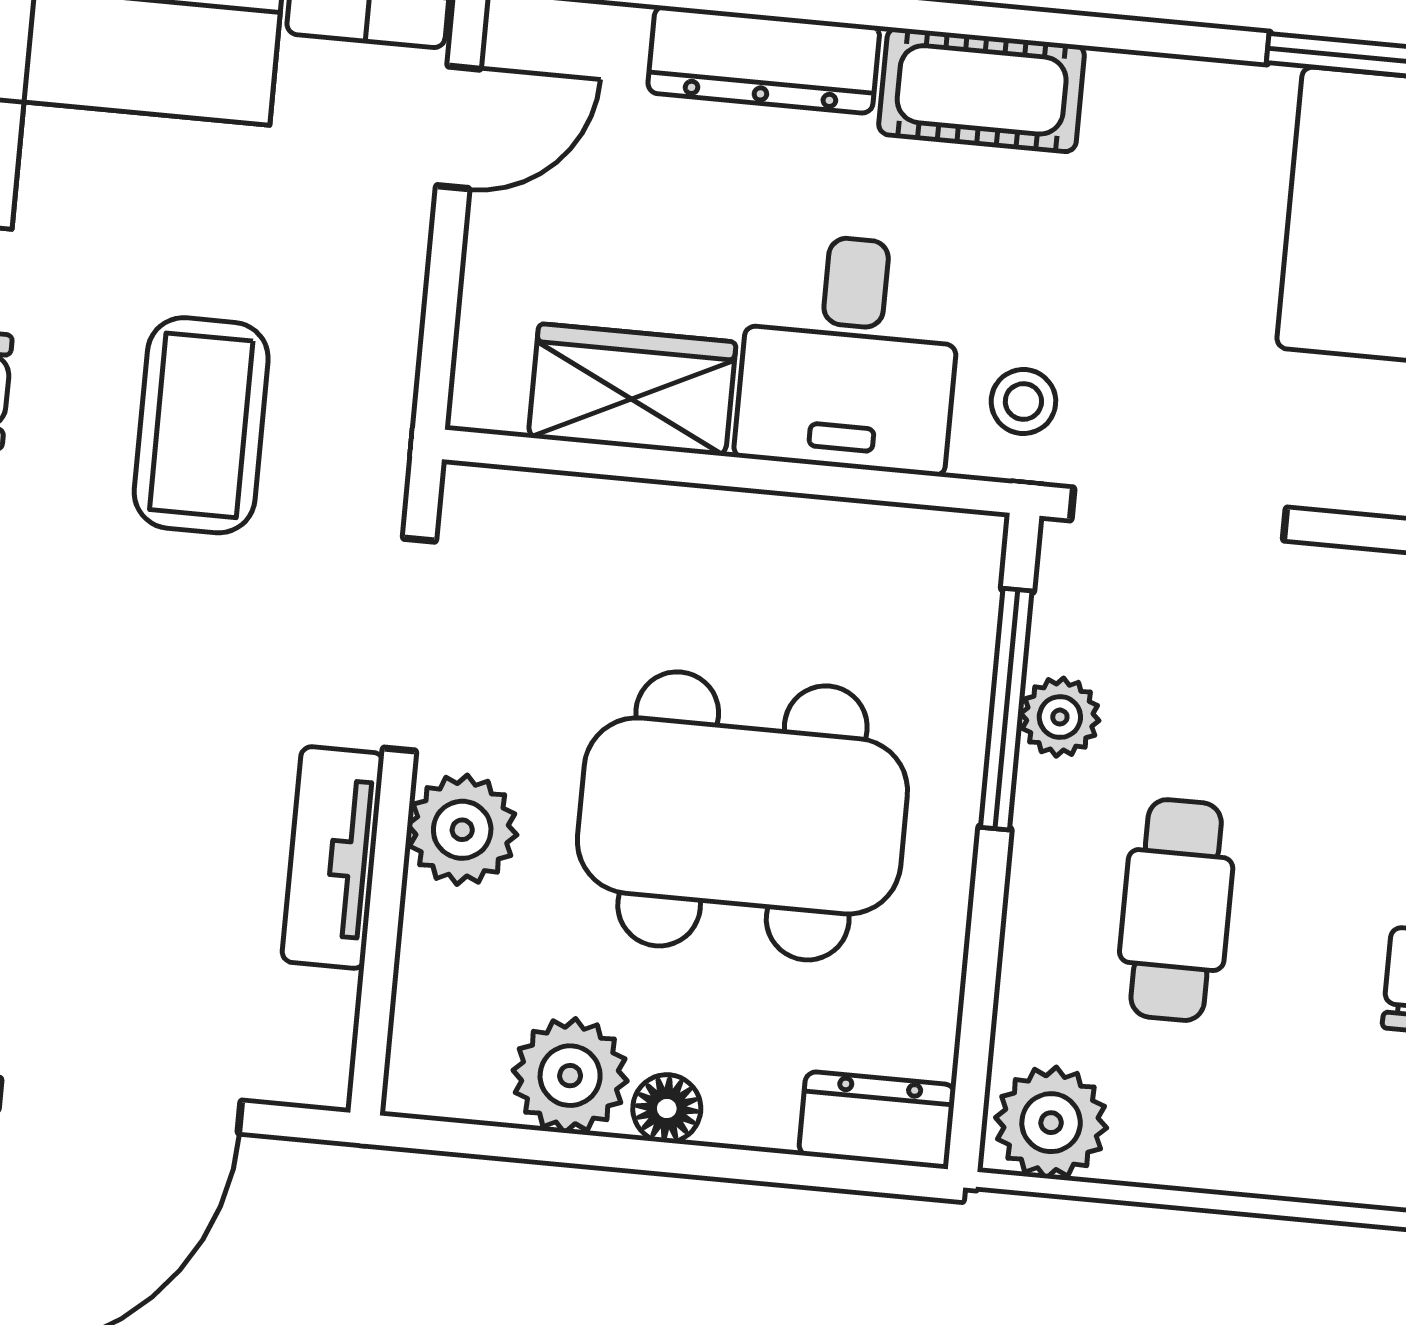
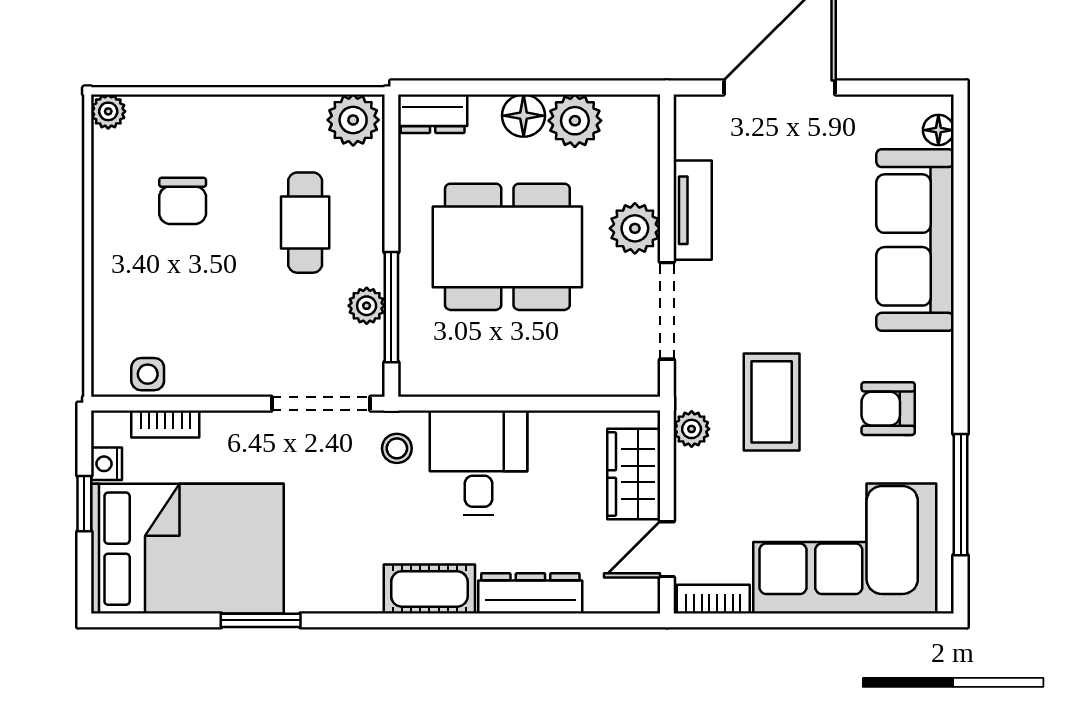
plant: (380, 383) -> (692, 429), added
wardrobe: (632, 390) -> (634, 474), moved, turned 90
floor lamp: (667, 1109) -> (524, 116), width x1.37, depth x1.37

